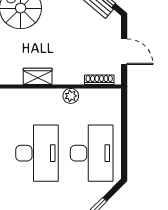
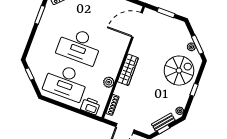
wardrobe: (38, 76) -> (128, 70), width x1.50
printer: (111, 109) -> (90, 106), added

